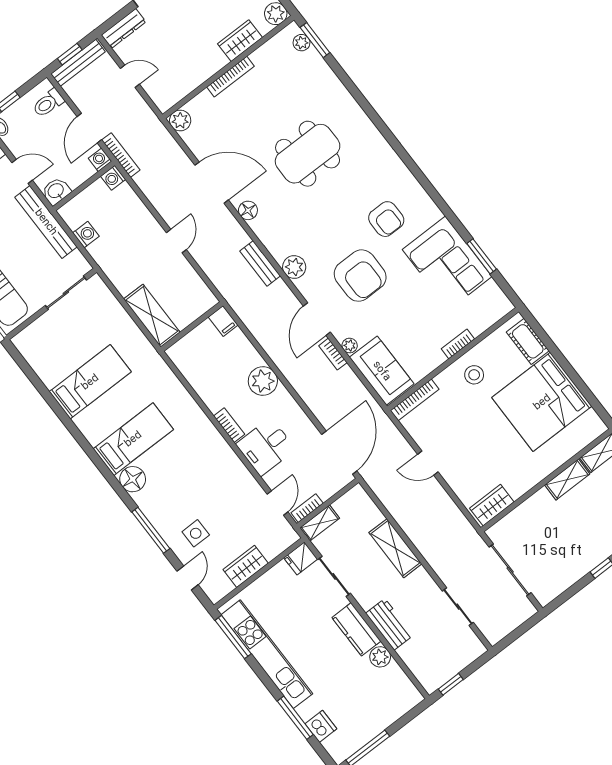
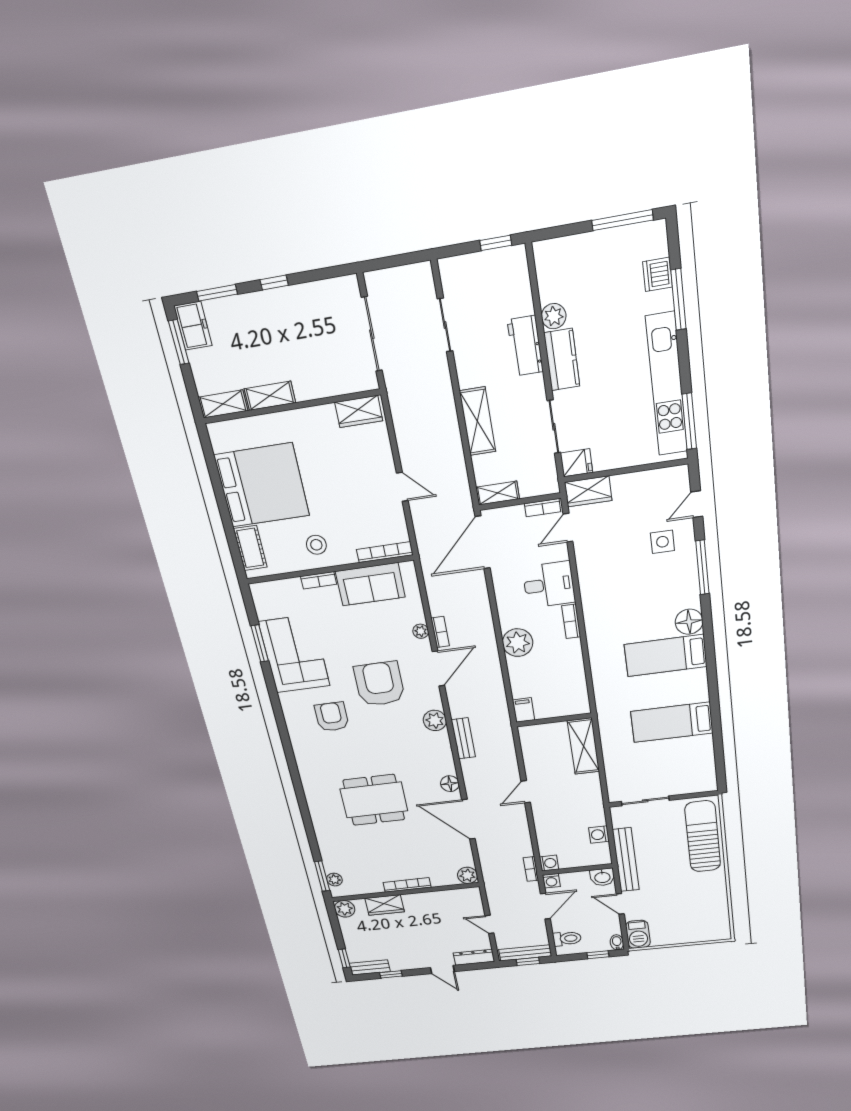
bookcase: (121, 155) -> (531, 869), width x0.64
sofa: (382, 371) -> (370, 584), moved, turned -90
shelving: (320, 523) -> (498, 493), moved
wardrobe: (246, 566) -> (588, 491), moved

